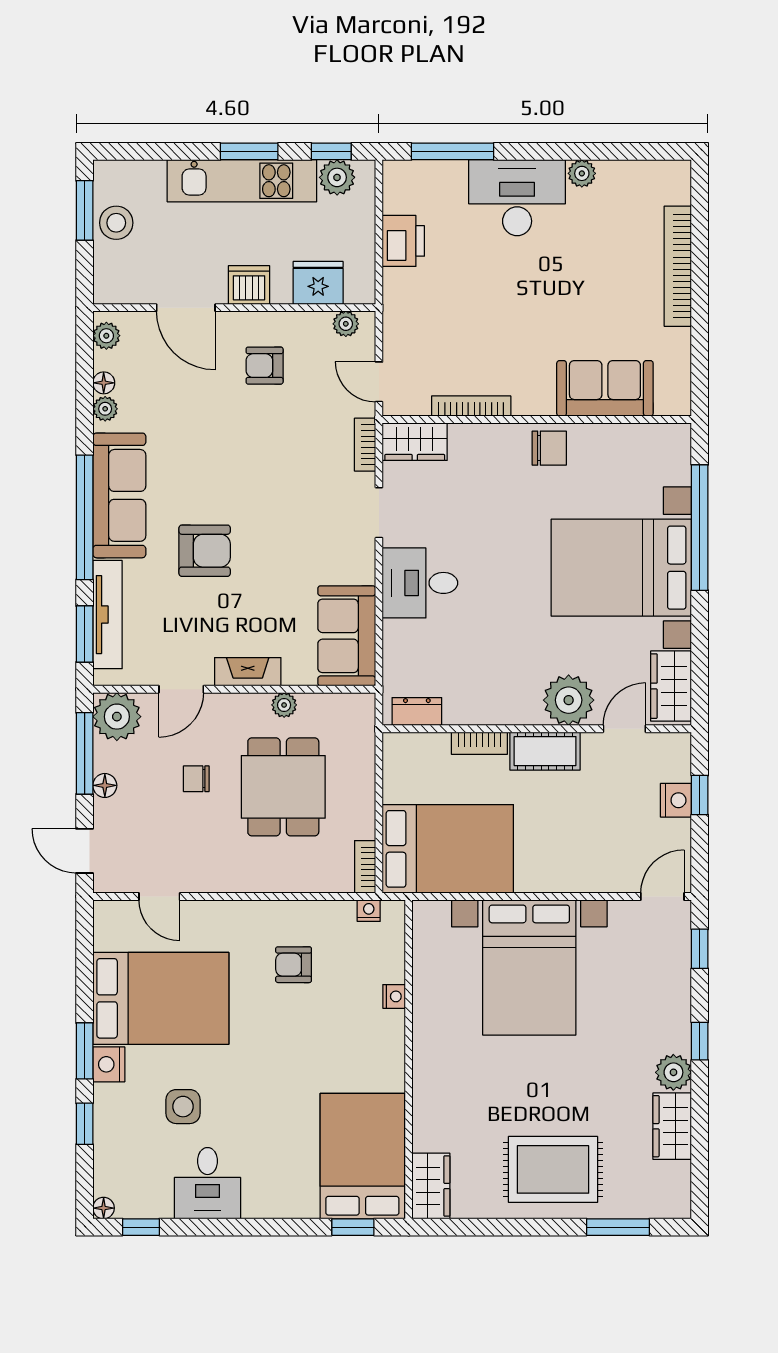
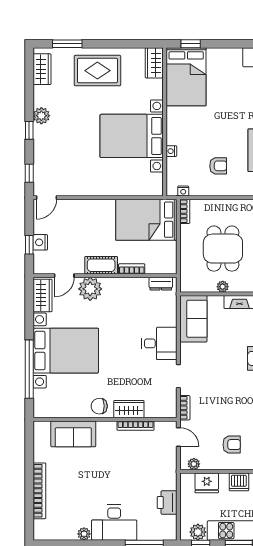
wardrobe: (415, 442) -> (129, 409), moved
bed with nightstands: (529, 967) -> (132, 136), moved, turned -90
wardrobe: (672, 1126) -> (42, 69), moved

